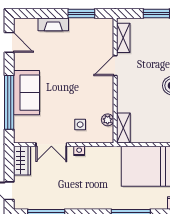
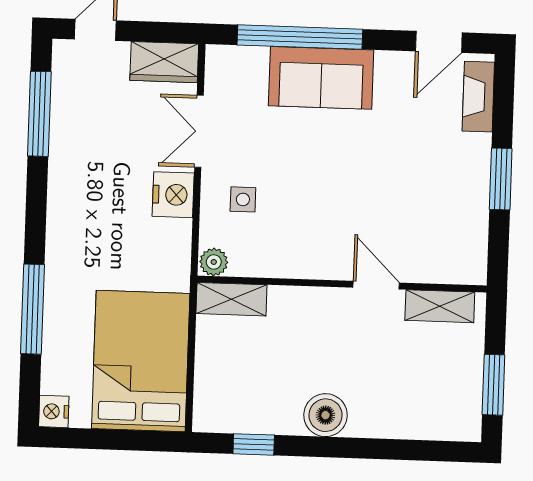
window: (81, 13) -> (501, 179), moved
fireplace: (53, 24) -> (478, 97), moved
plant: (108, 120) -> (214, 262), moved
nightstand: (79, 151) -> (173, 195), width x1.89, depth x1.79

